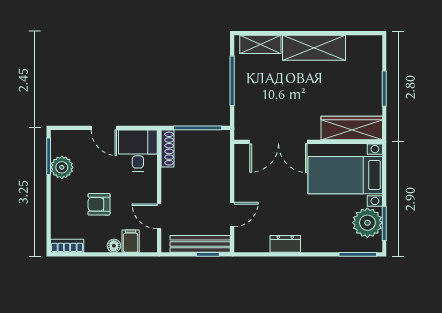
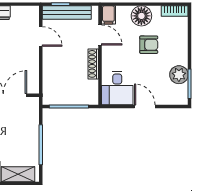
shoe rack: (167, 149) -> (93, 64), moved
door: (232, 214) -> (41, 37), swing flipped
filing cabinet: (131, 241) -> (108, 15), moved
floor lamp: (114, 246) -> (141, 16), width x1.89, depth x1.89

